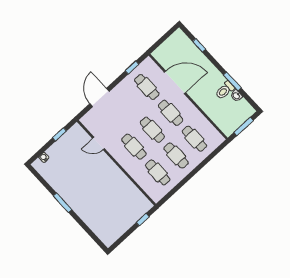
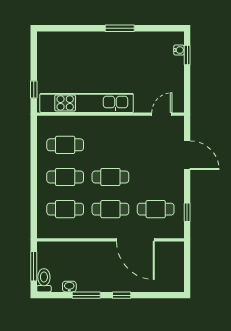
window: (199, 45) -> (122, 295), moved
door: (175, 82) -> (135, 240), hinge flipped
toilet: (225, 90) -> (44, 280), moved
window: (59, 134) -> (187, 55), moved
door: (99, 143) -> (162, 114), moved
cafe table: (134, 147) -> (110, 145), removed
kitchen unit: (123, 182) -> (87, 103), added

